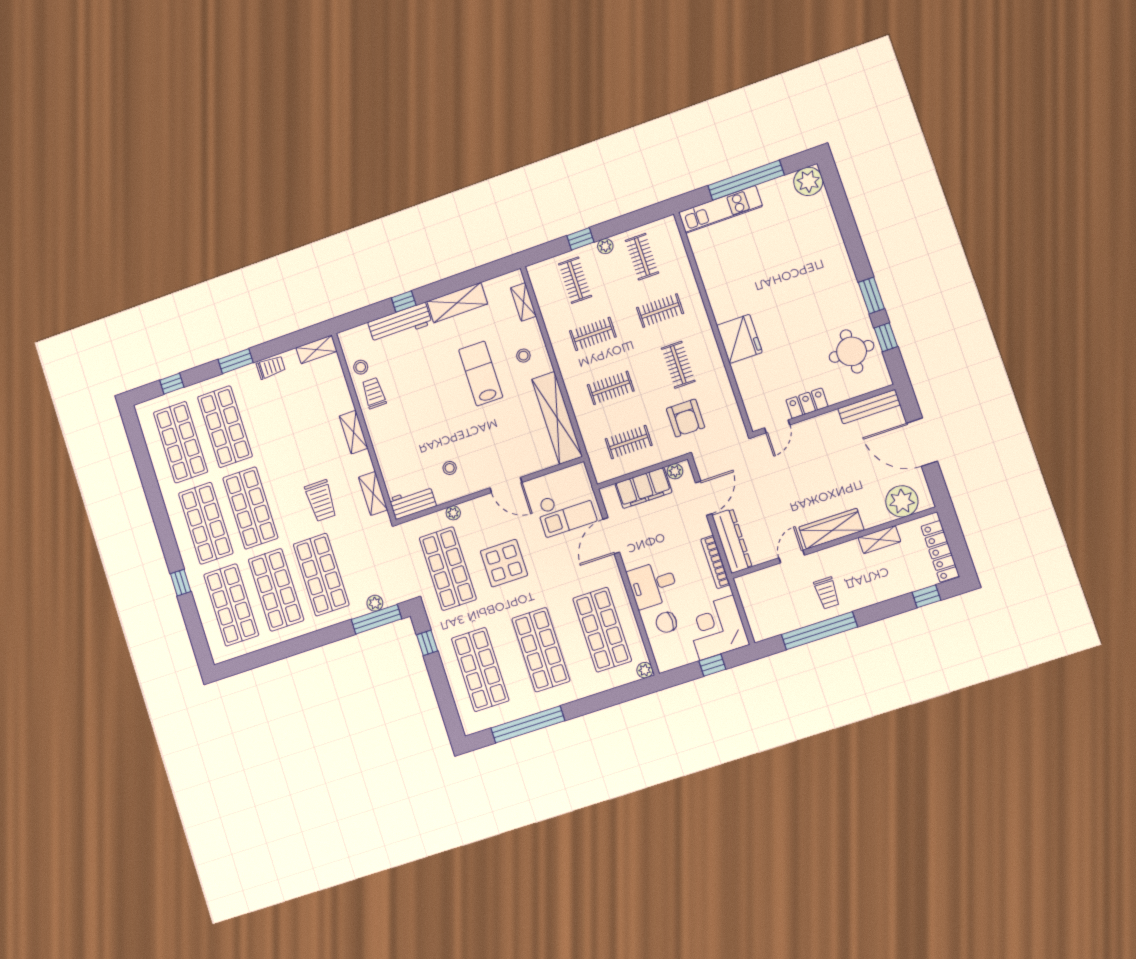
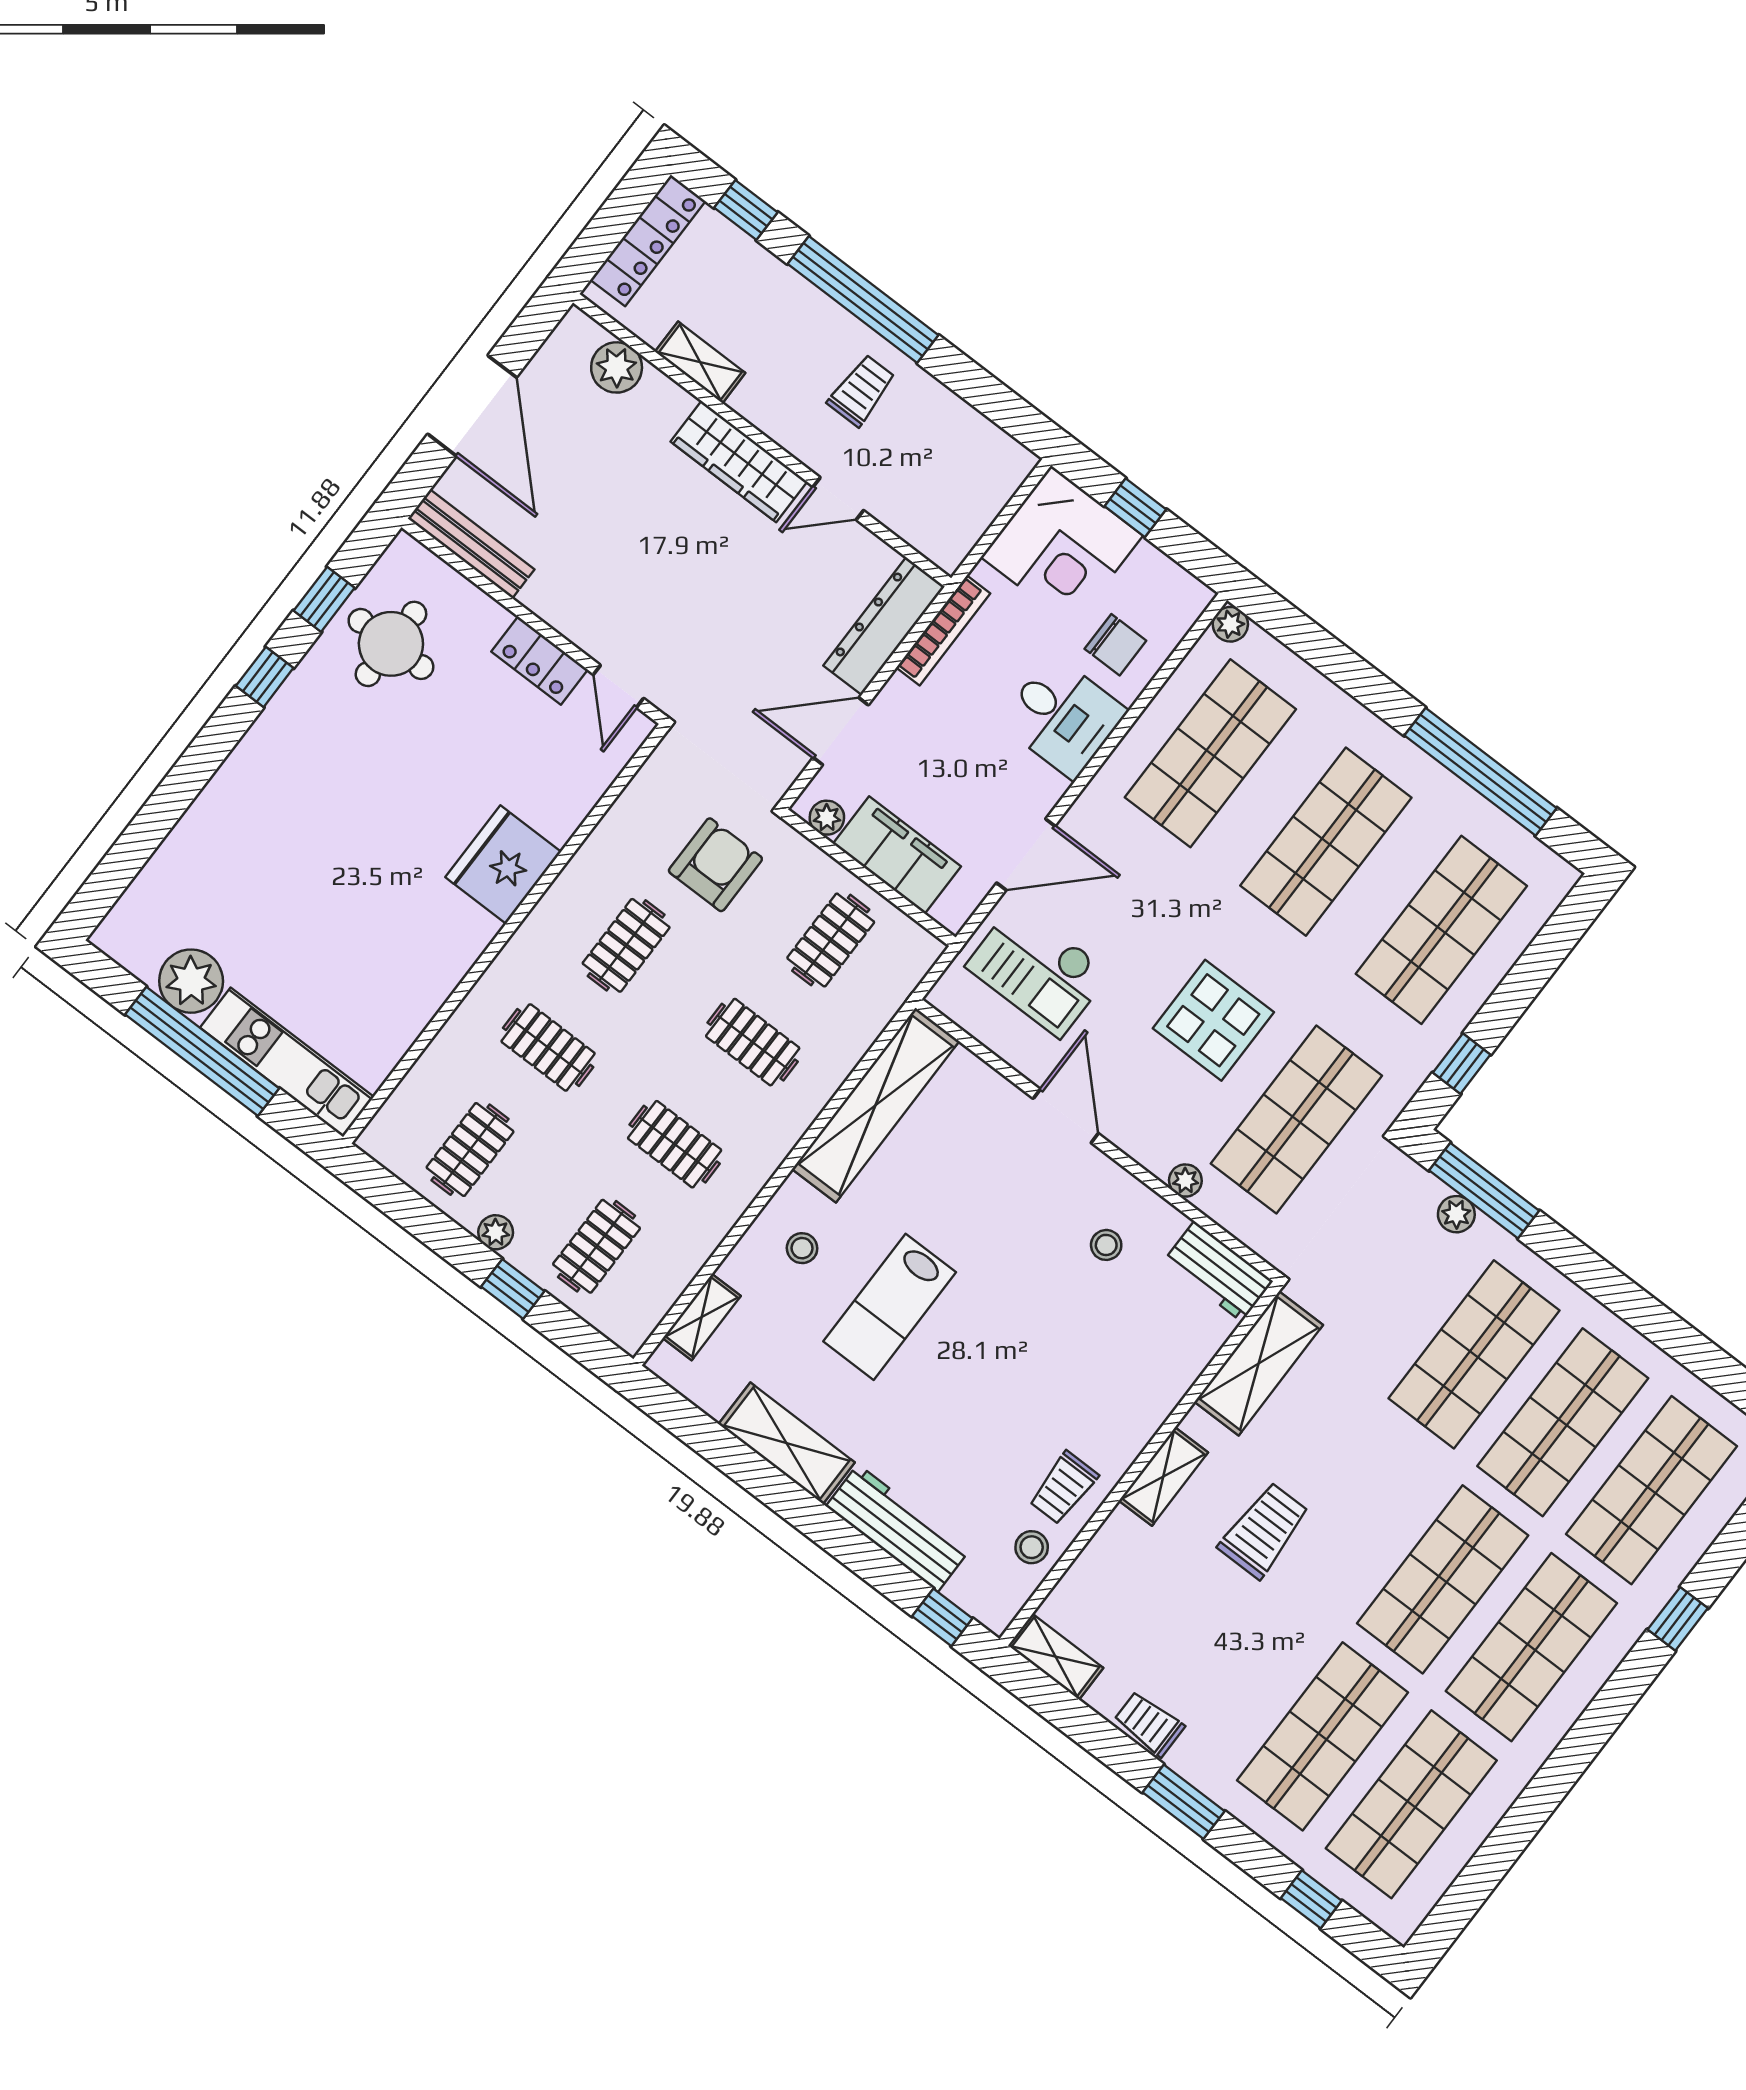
plant: (808, 181) -> (191, 981), moved
window: (871, 295) -> (265, 677), width x0.67
window: (404, 301) -> (942, 1617), moved
door: (777, 426) -> (618, 686), swing flipped
clothes rail: (629, 442) -> (831, 940), turned 90
shelving: (373, 493) -> (1259, 1363), width x1.50, depth x1.33
trolley: (321, 501) -> (1264, 1530), moved
plant: (902, 501) -> (617, 367), width x0.73, depth x0.73
checkout: (566, 511) -> (1038, 969), turned 180
window: (819, 631) -> (863, 300), moved

